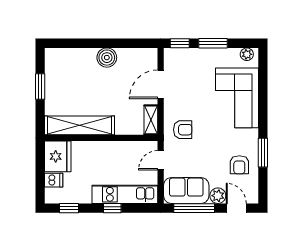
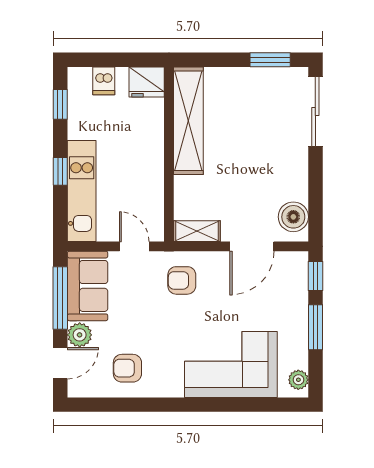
sliding door: (74, 43) -> (315, 112), added
boiler: (107, 58) -> (293, 217), moved
door: (161, 84) -> (252, 246), swing flipped
window: (40, 87) -> (270, 60), moved
armchair: (183, 130) -> (182, 280), turned 90
window: (263, 153) -> (146, 405), removed
fridge: (58, 156) -> (147, 82), width x0.73, depth x0.75

